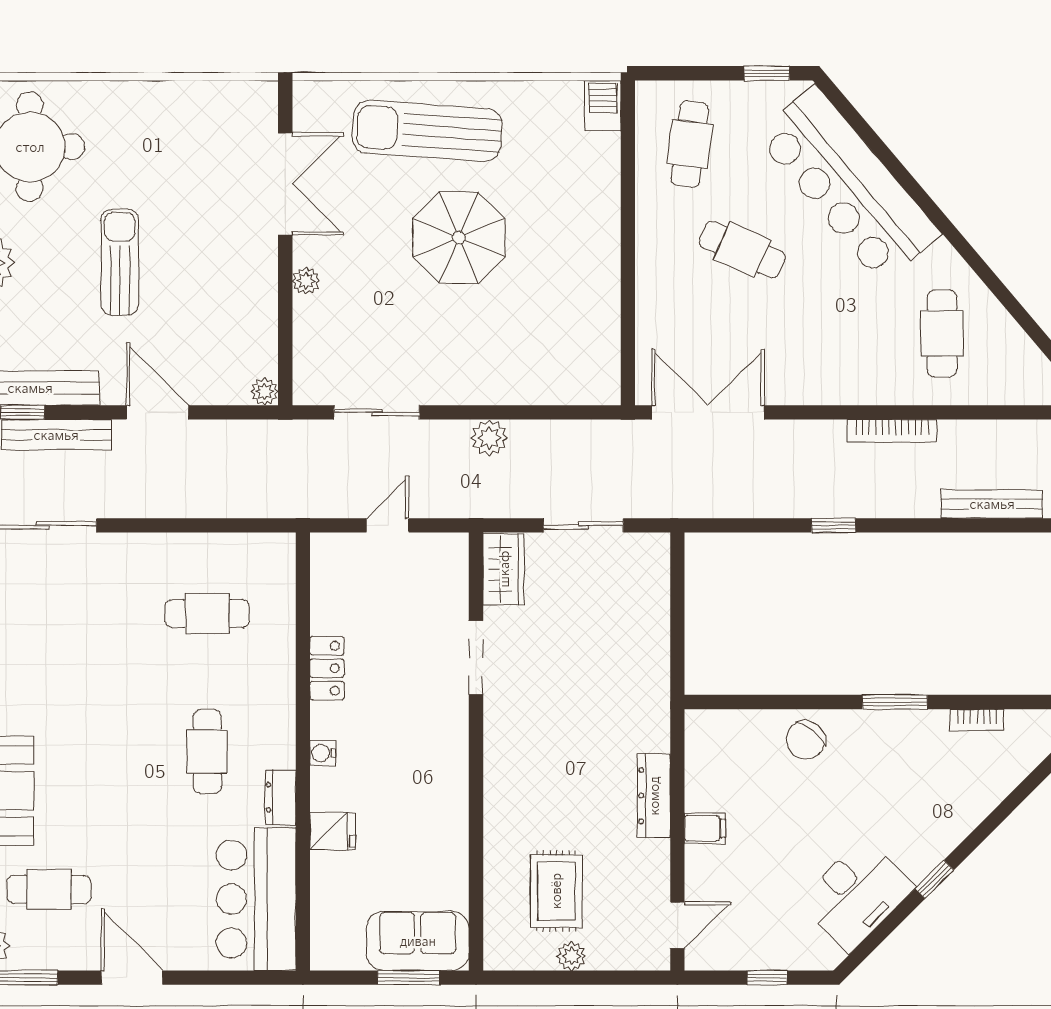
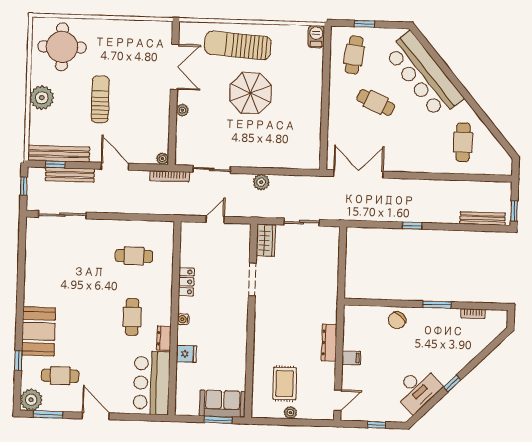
window: (767, 73) -> (364, 24), moved
bookcase: (892, 431) -> (170, 176), moved

